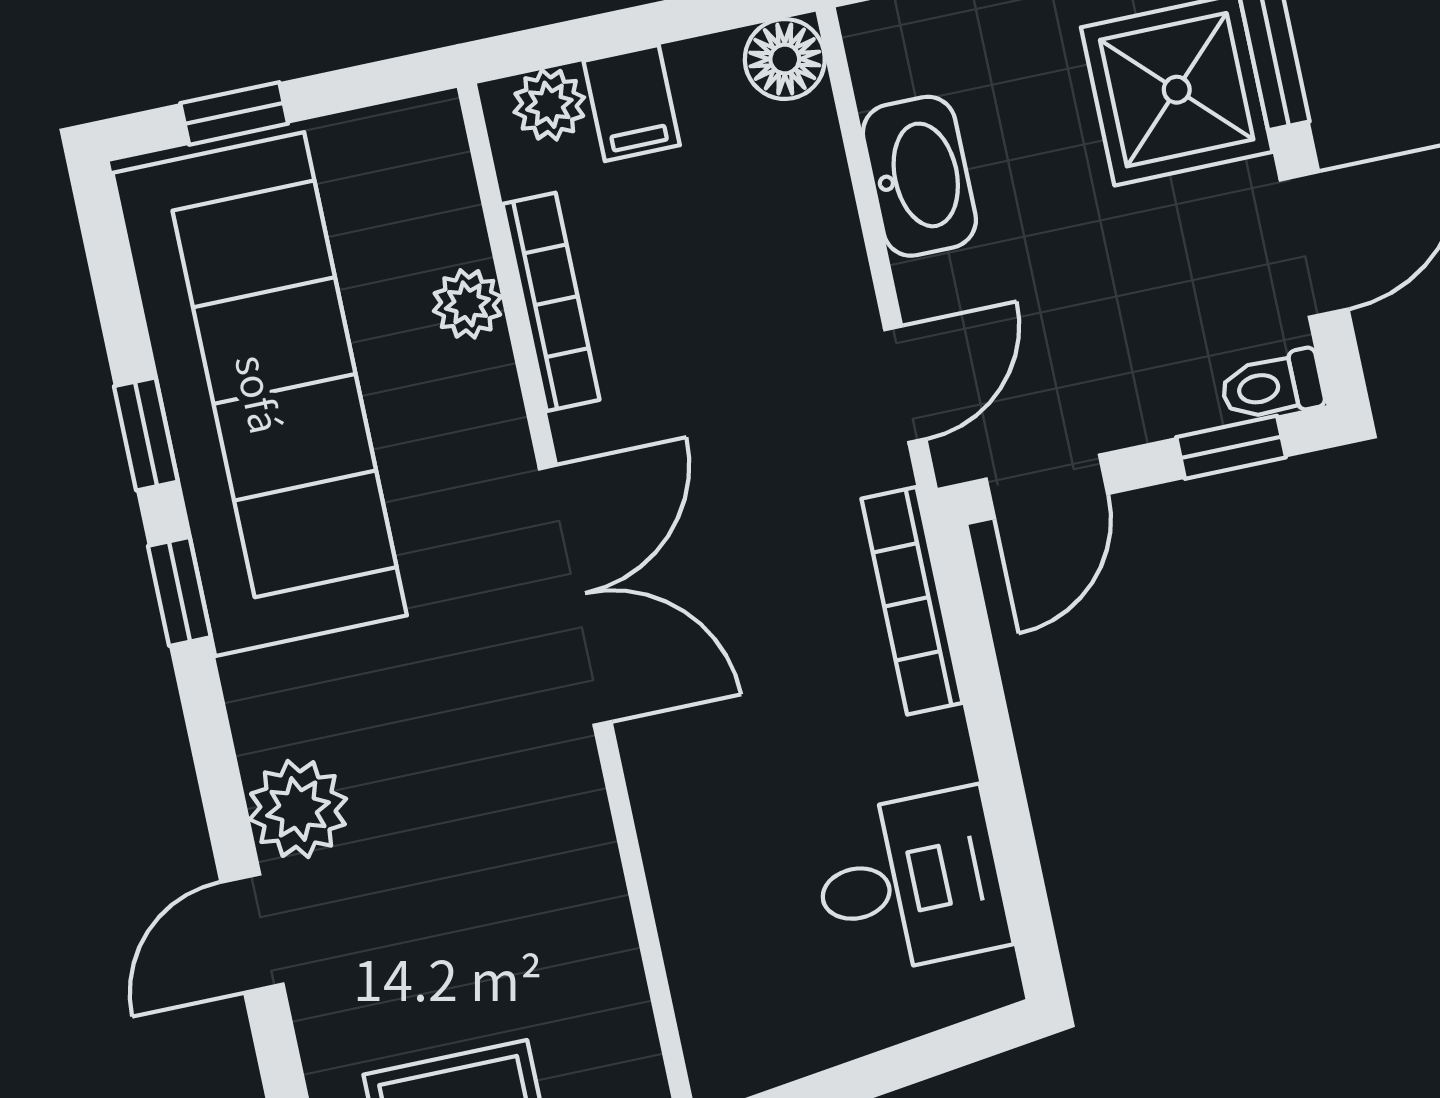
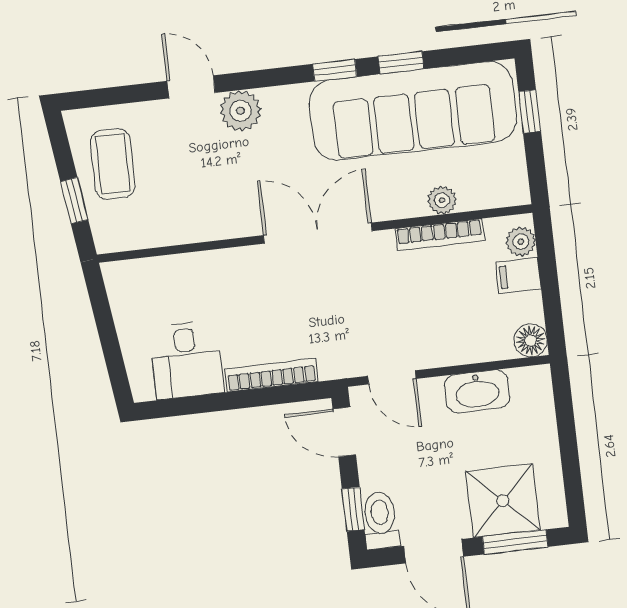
toilet: (1272, 386) -> (381, 520), width x1.37, depth x1.39
double door: (575, 595) -> (318, 233), swing flipped
bookcase: (912, 601) -> (271, 375), moved

